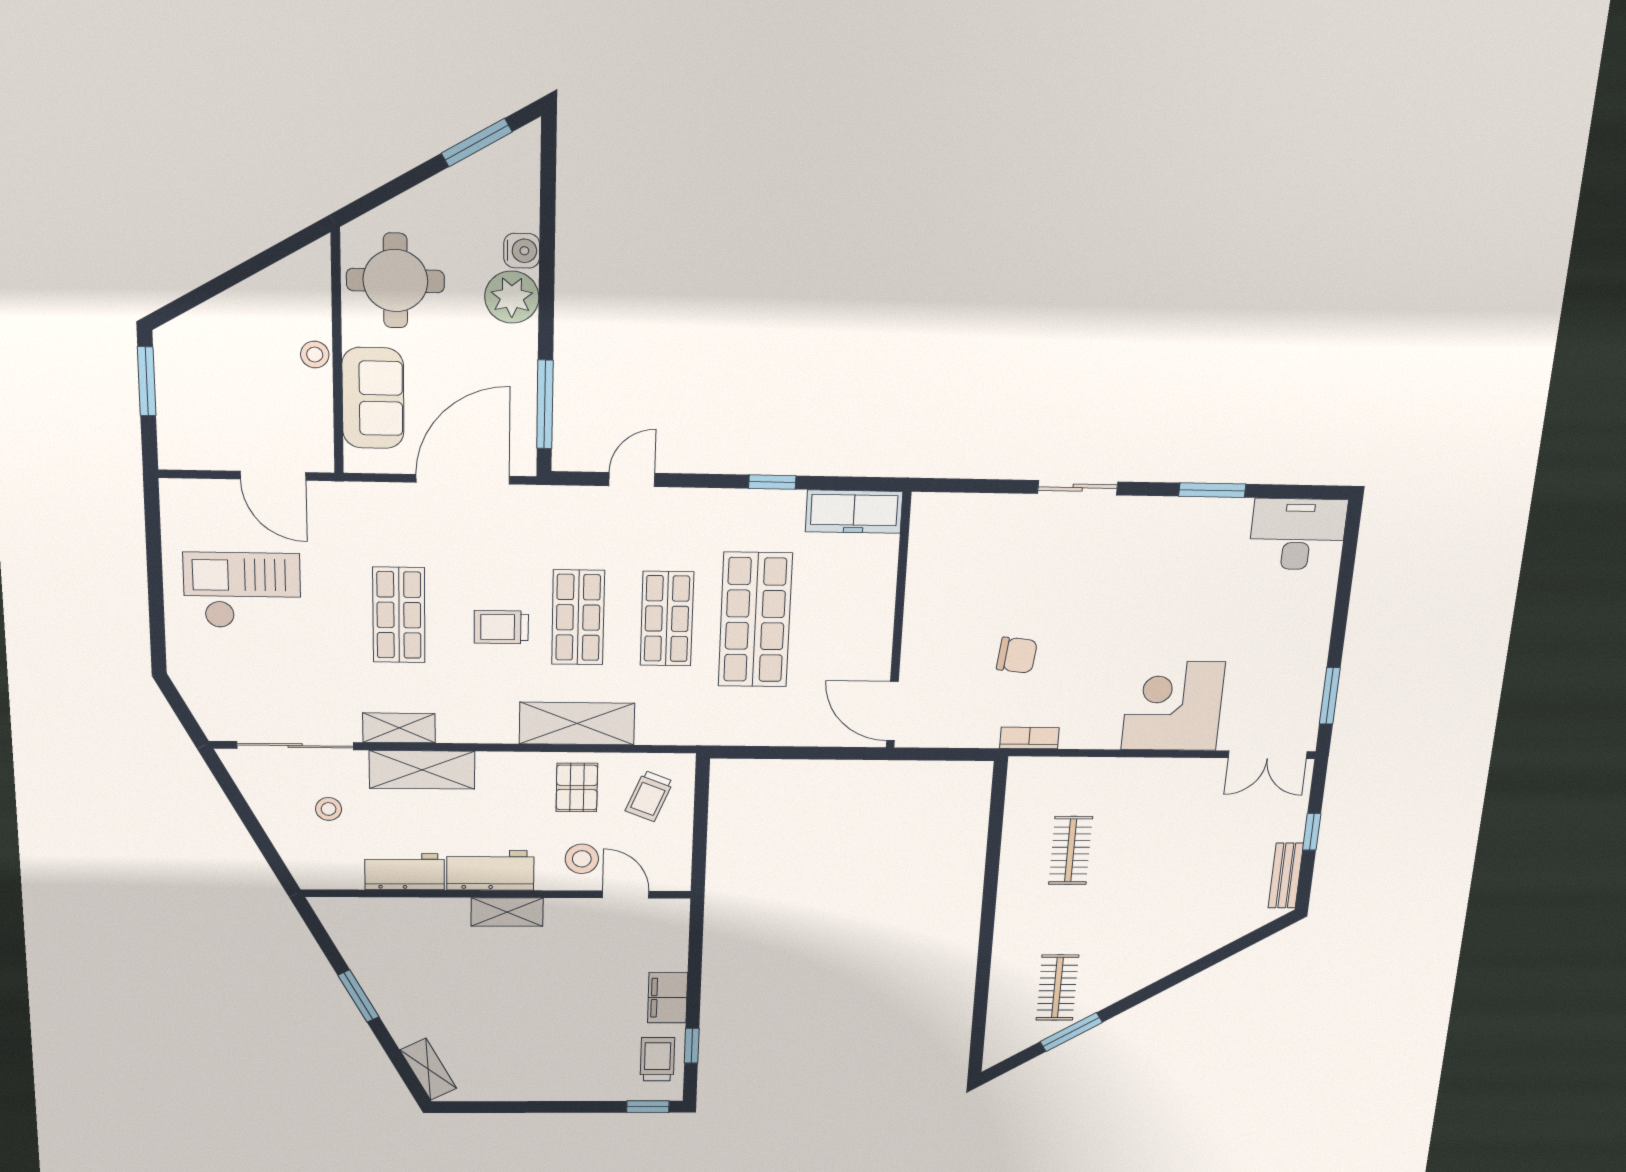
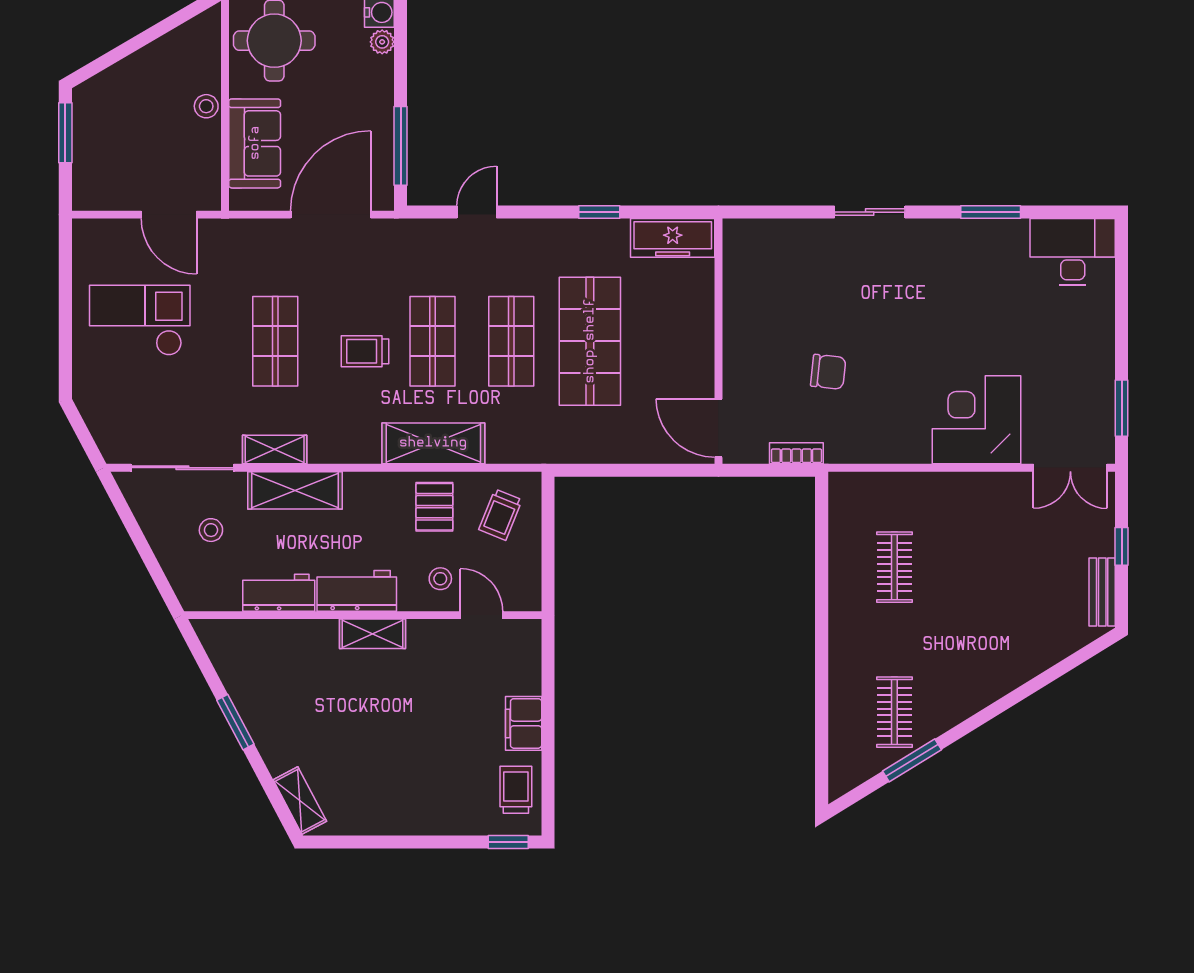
plant: (512, 297) -> (382, 42), width x0.53, depth x0.53
bookcase: (1029, 738) -> (796, 453), moved
stool: (582, 859) -> (440, 579), width x0.73, depth x0.73
window: (692, 1046) -> (548, 775), removed

